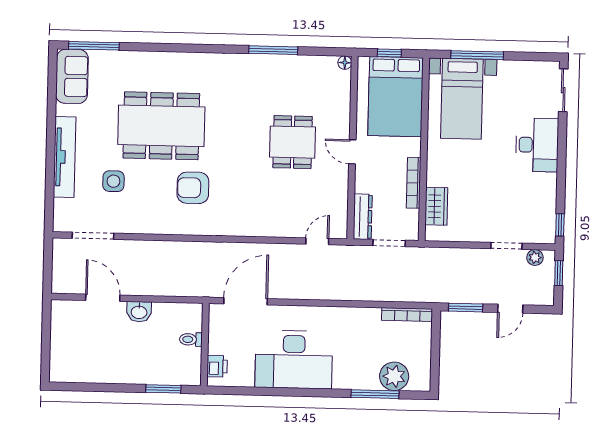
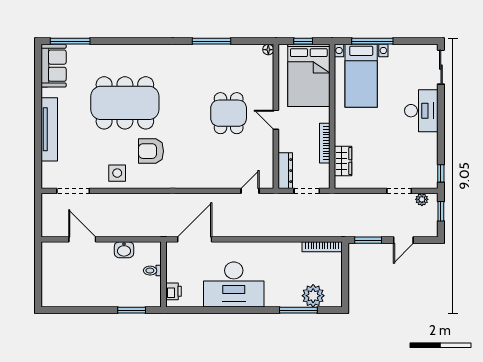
side table: (113, 181) -> (117, 173), moved
washbasin: (139, 312) -> (124, 250), moved

